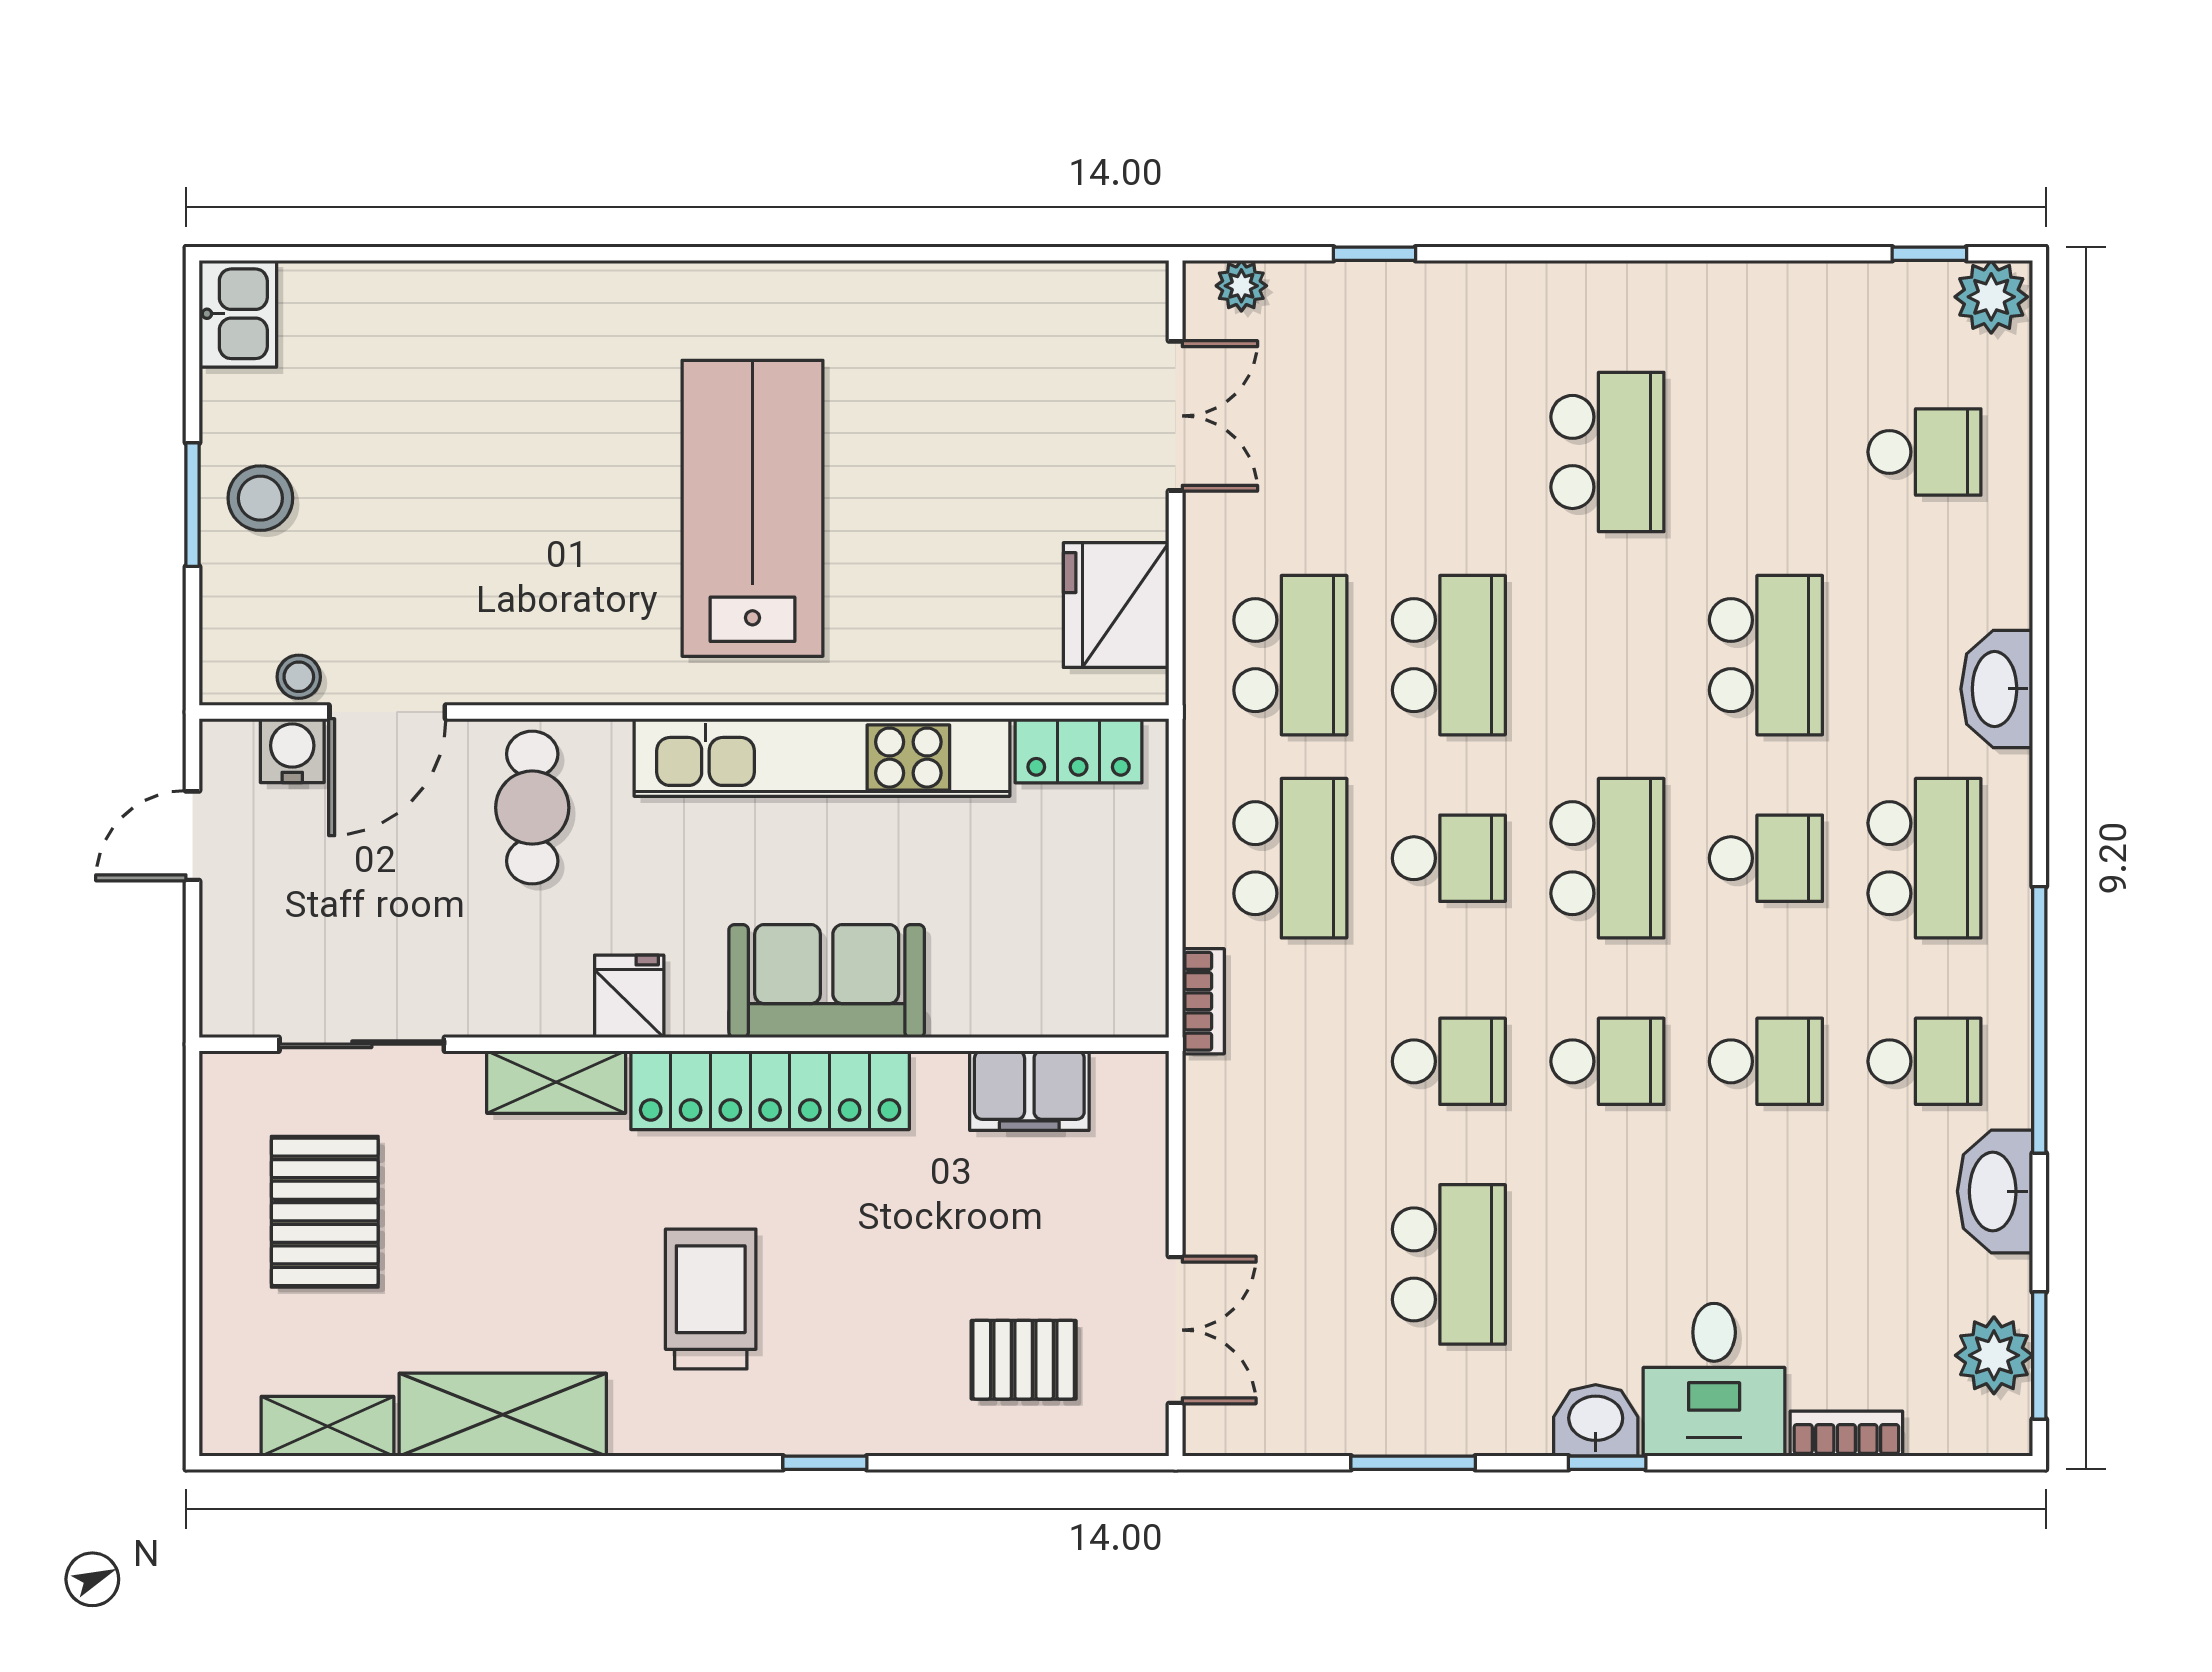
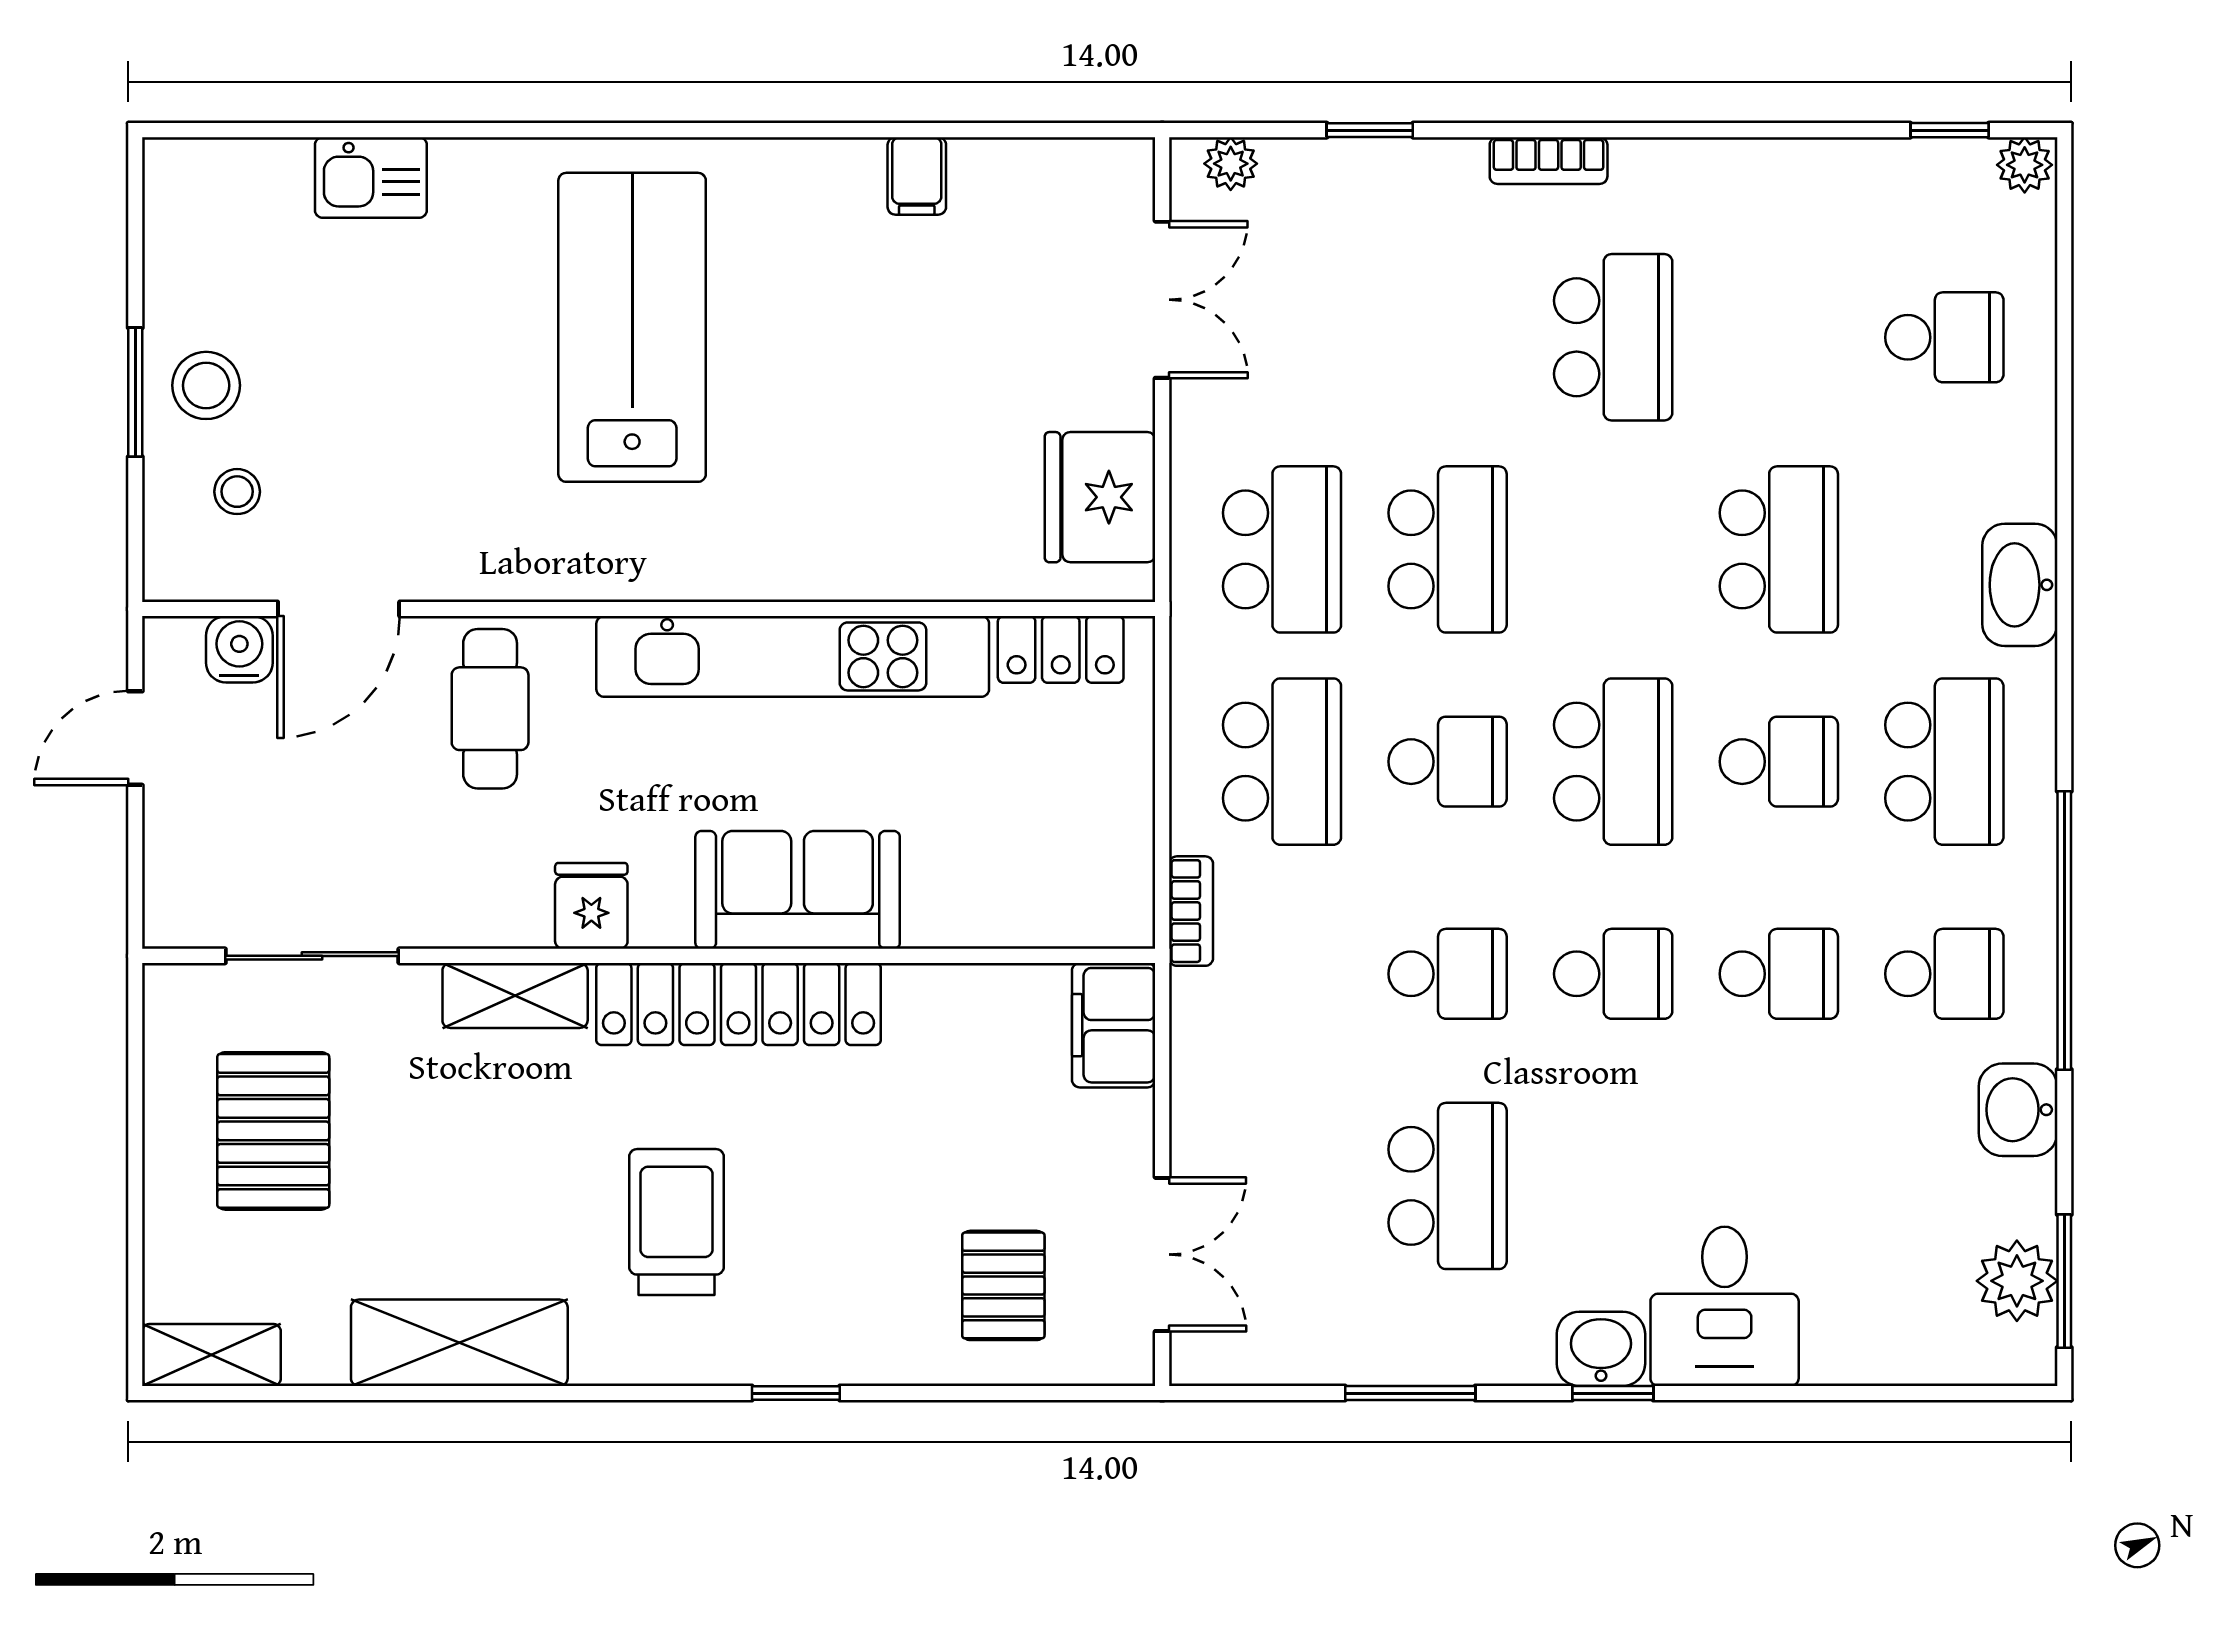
plant: (1991, 297) -> (2025, 165), width x0.73, depth x0.73
filing cabinet: (941, 298) -> (917, 176), added
kitchen sink: (238, 314) -> (371, 178), moved, turned 90
lab bench: (752, 508) -> (632, 327), moved
stool: (299, 677) -> (237, 492), moved
filing cabinet: (1029, 1091) -> (1114, 1025), moved, turned 90
washbasin: (1995, 1191) -> (2018, 1110), width x0.72
pallet: (1024, 1360) -> (1003, 1285), turned 90
shelving: (327, 1426) -> (211, 1355), moved
bookcase: (1846, 1434) -> (1549, 161), moved, turned 180

